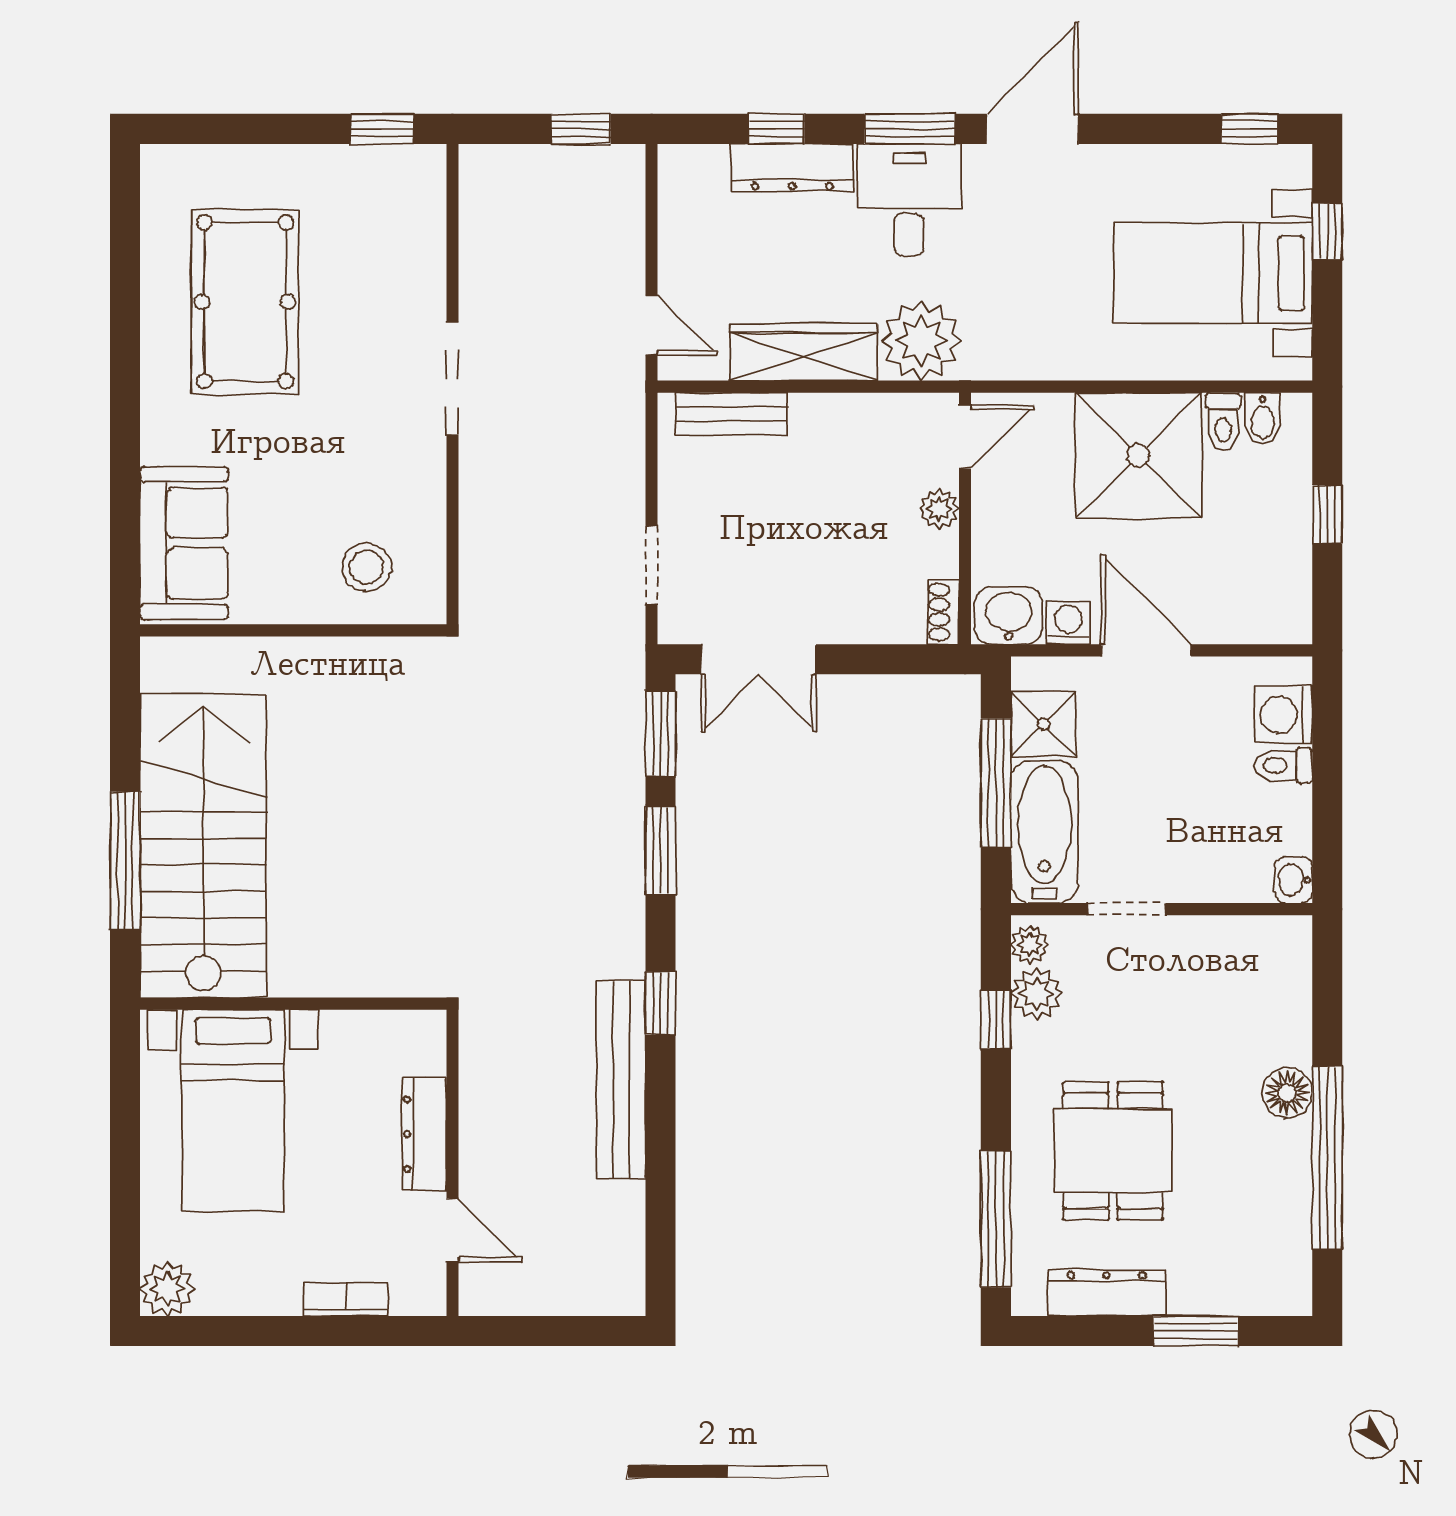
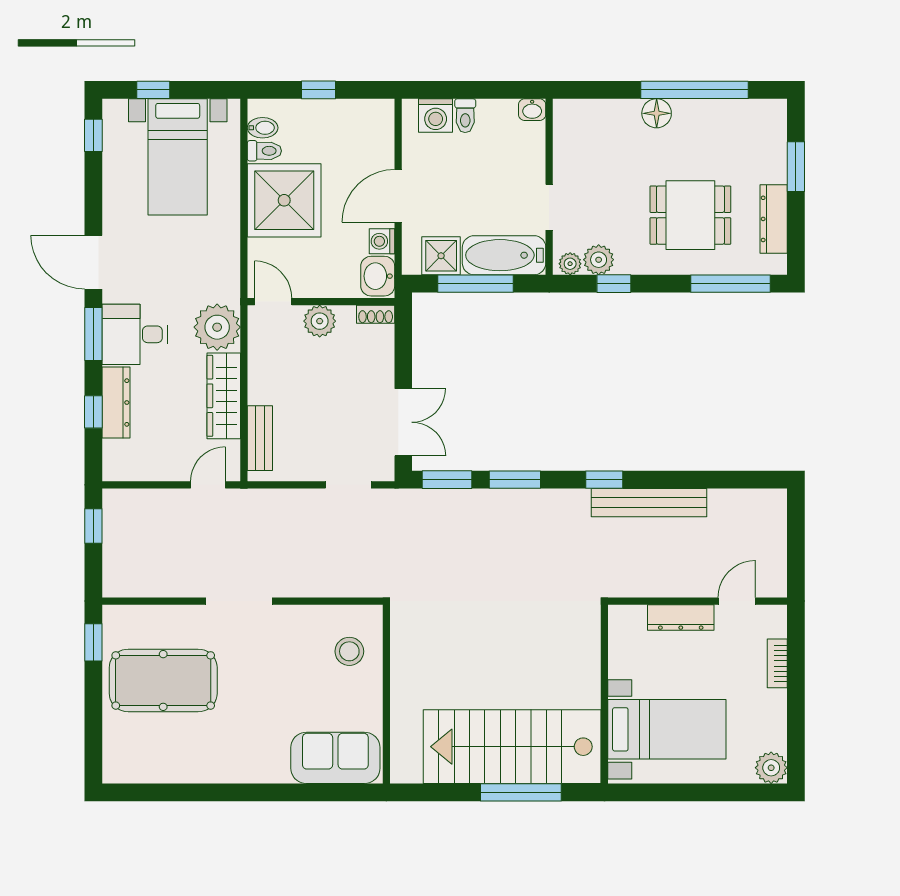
pool table: (245, 302) -> (163, 680), moved
plant: (939, 509) -> (320, 321), width x1.38, depth x1.38

